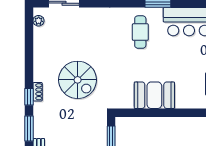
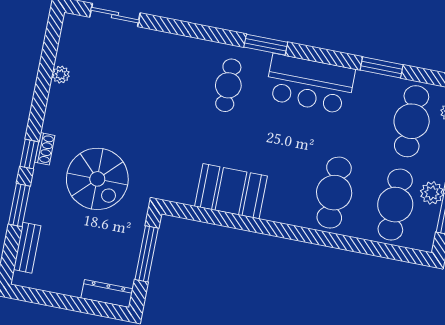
plant: (39, 21) -> (61, 75), moved
spiral stairs: (78, 80) -> (97, 179), moved

